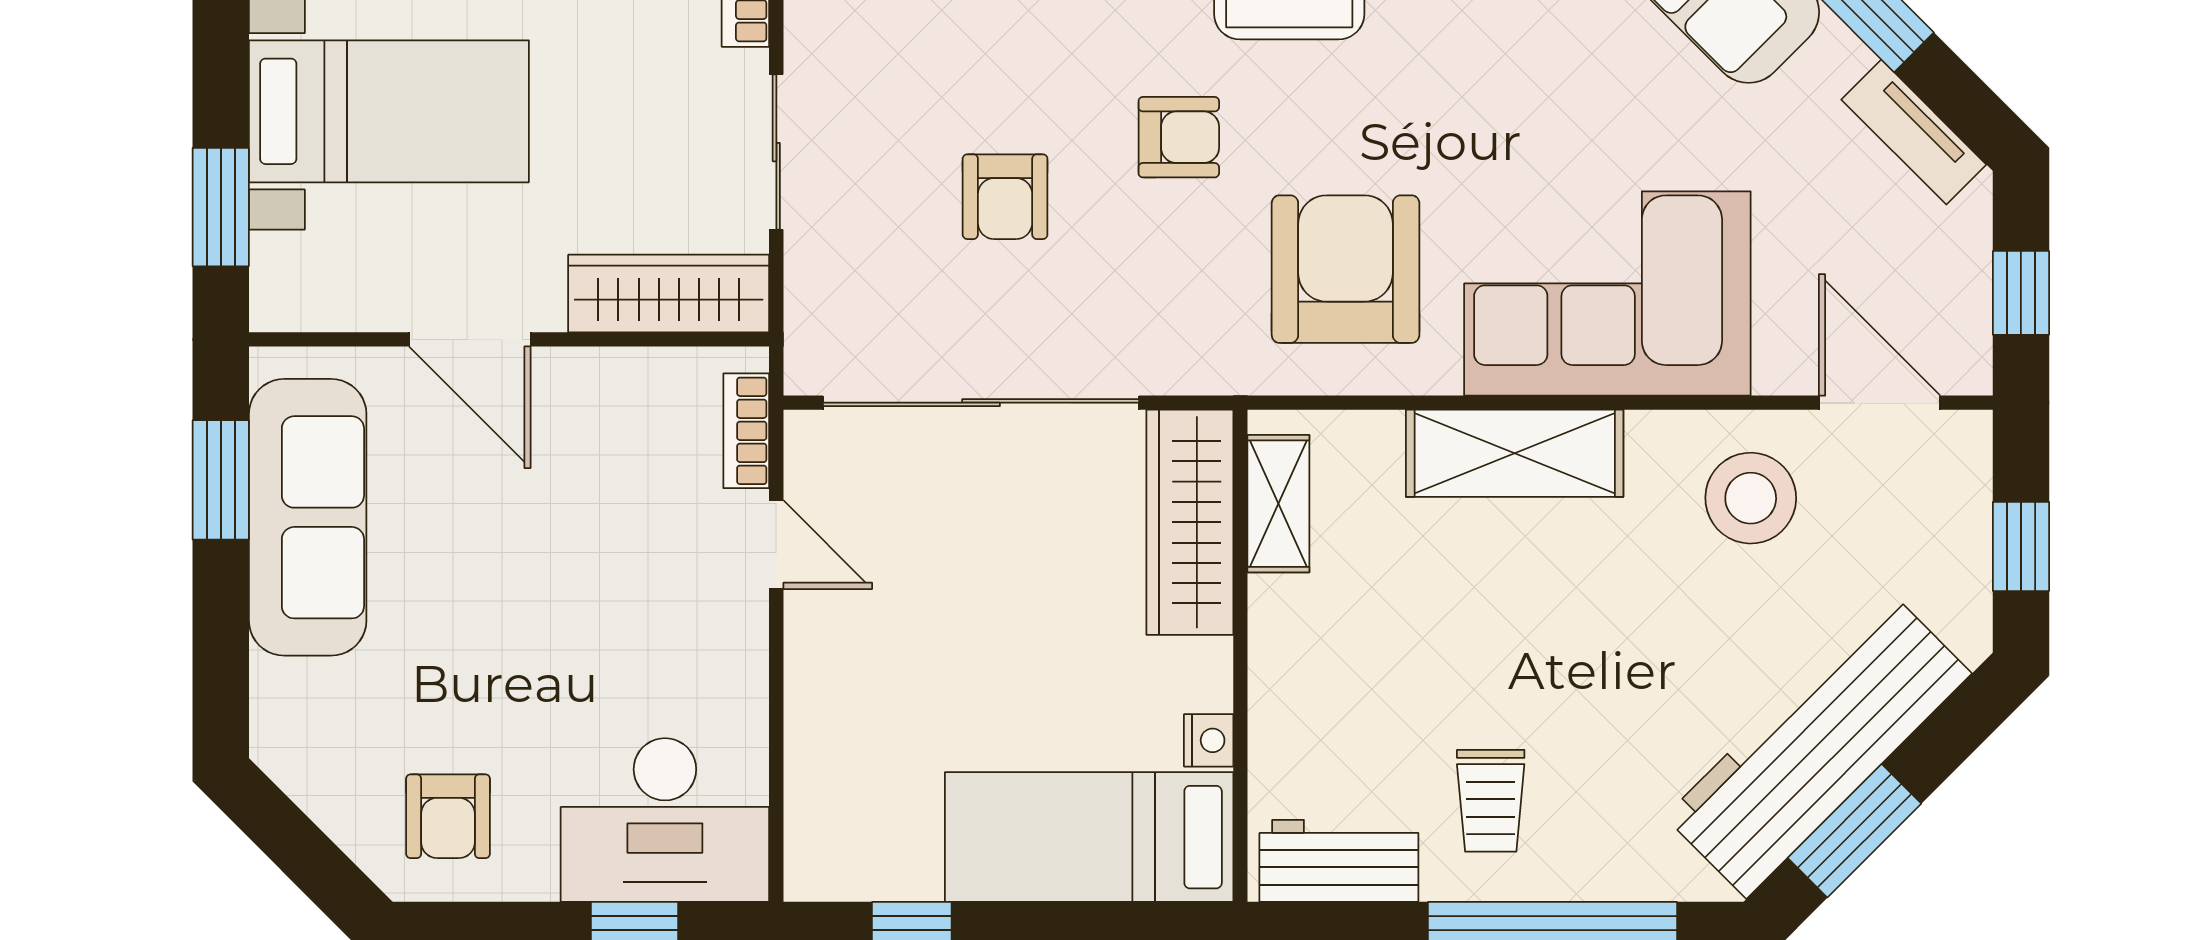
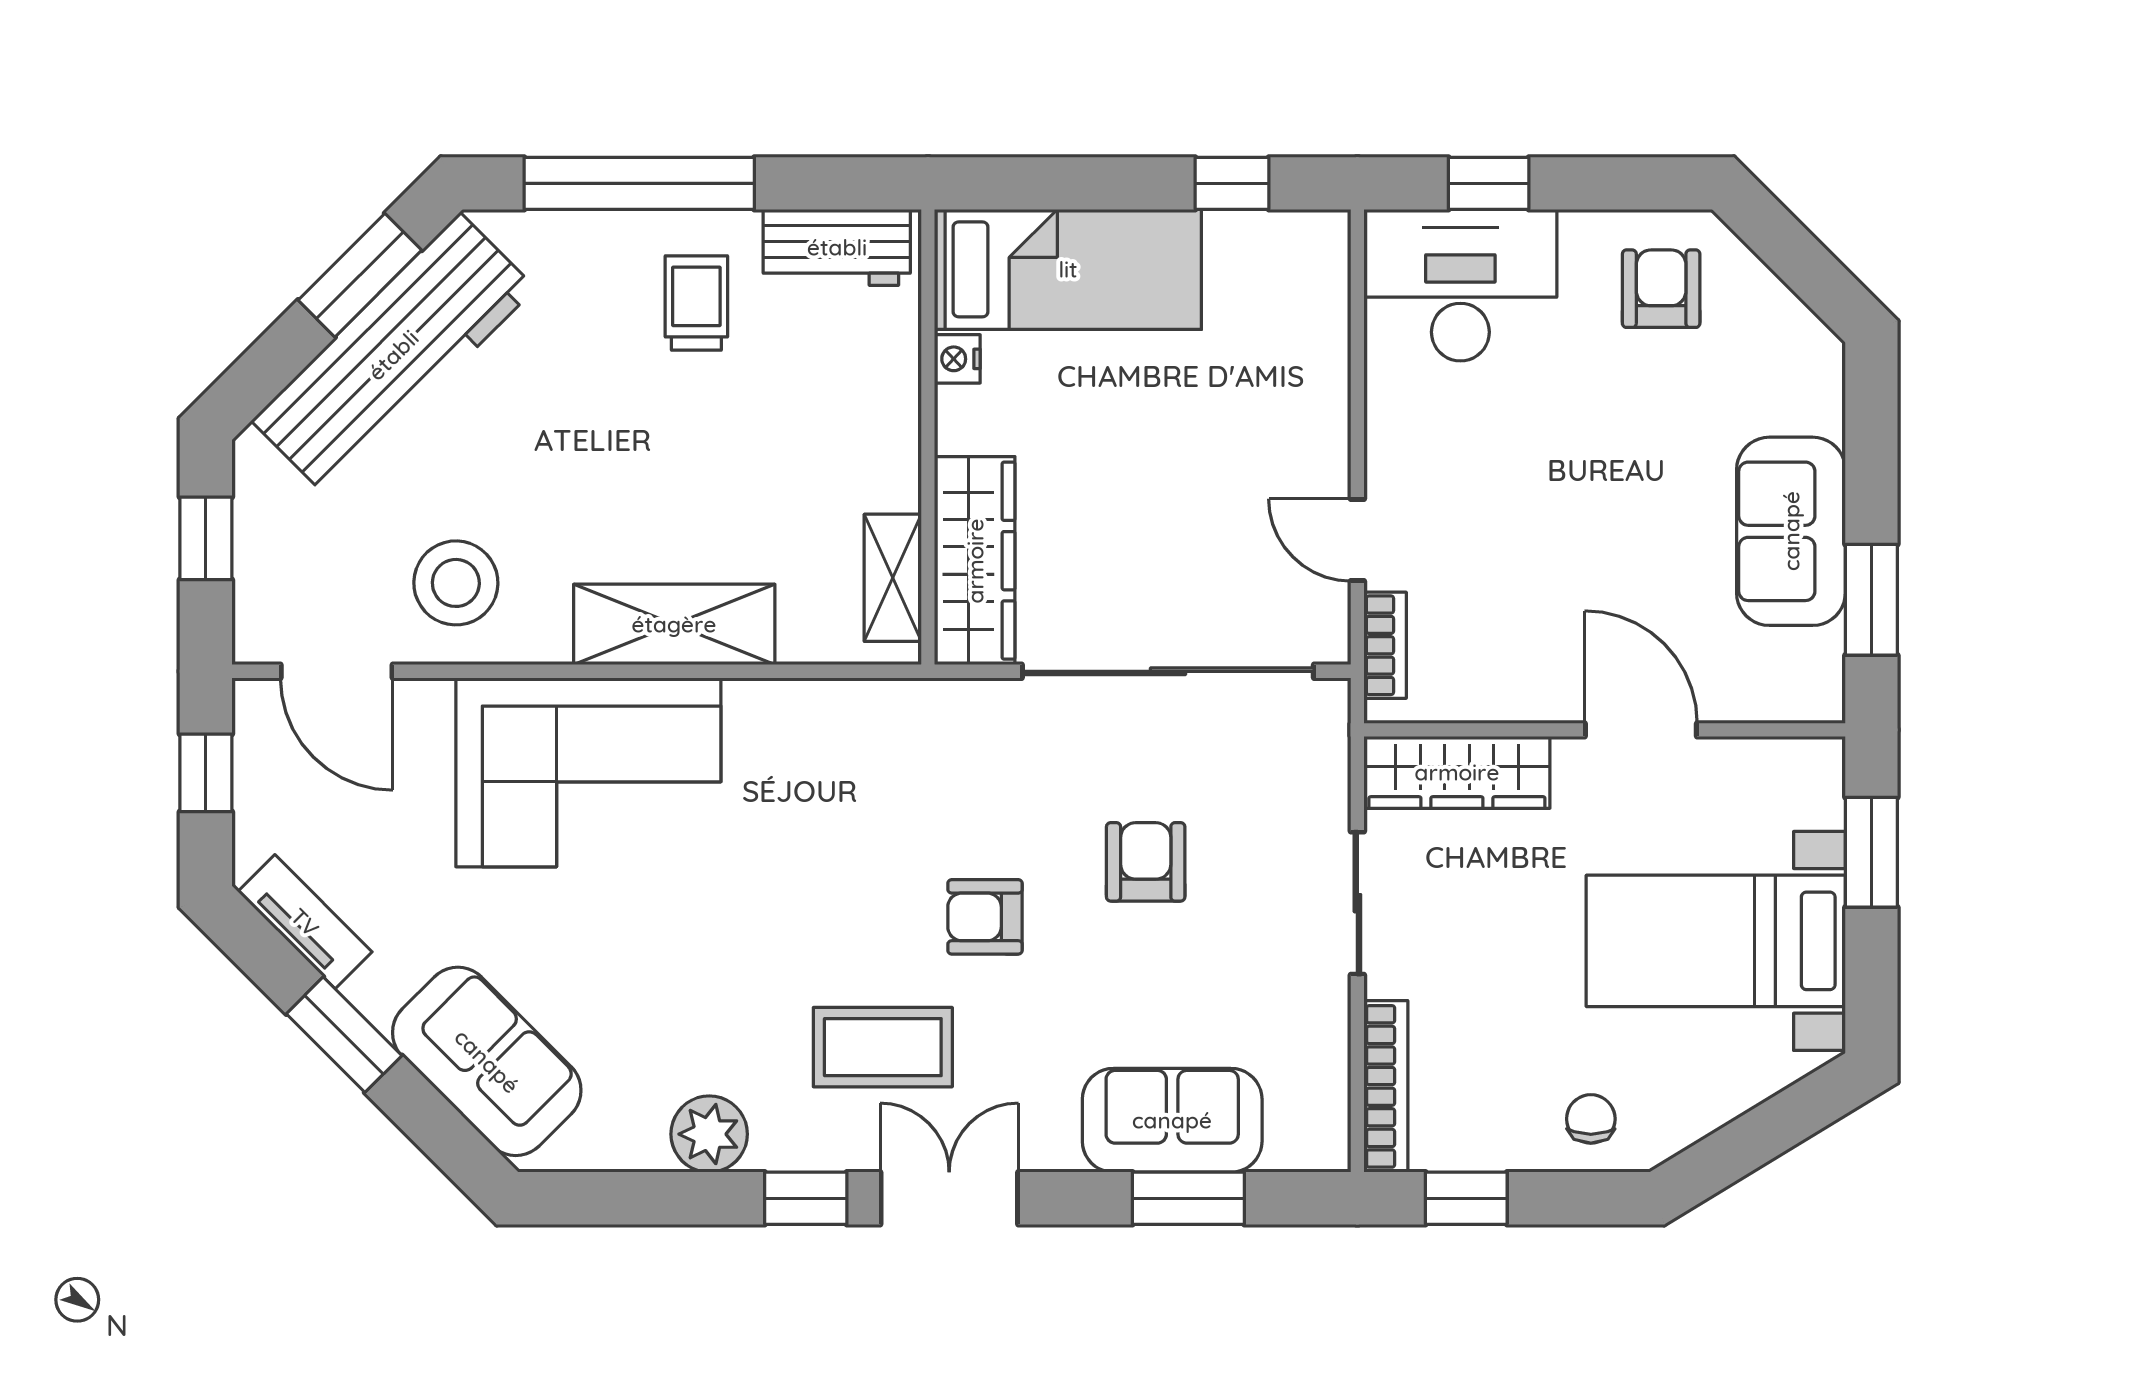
armchair: (1346, 269) -> (831, 795), removed
sofa: (308, 517) -> (1791, 531), width x0.73

